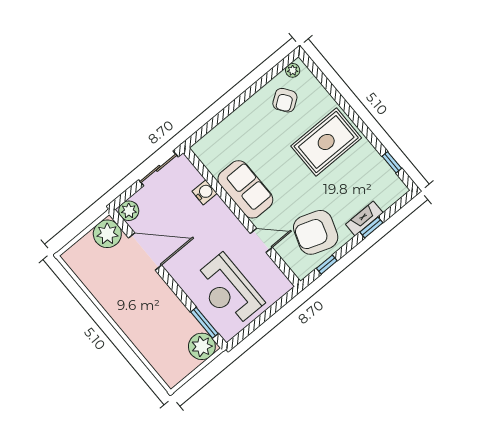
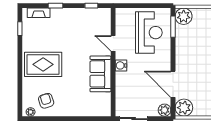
armchair: (285, 100) -> (46, 101), turned -73
water cooler: (205, 192) -> (121, 65), moved
fireplace: (364, 218) -> (39, 13), moved
armchair: (316, 232) -> (84, 26), removed

